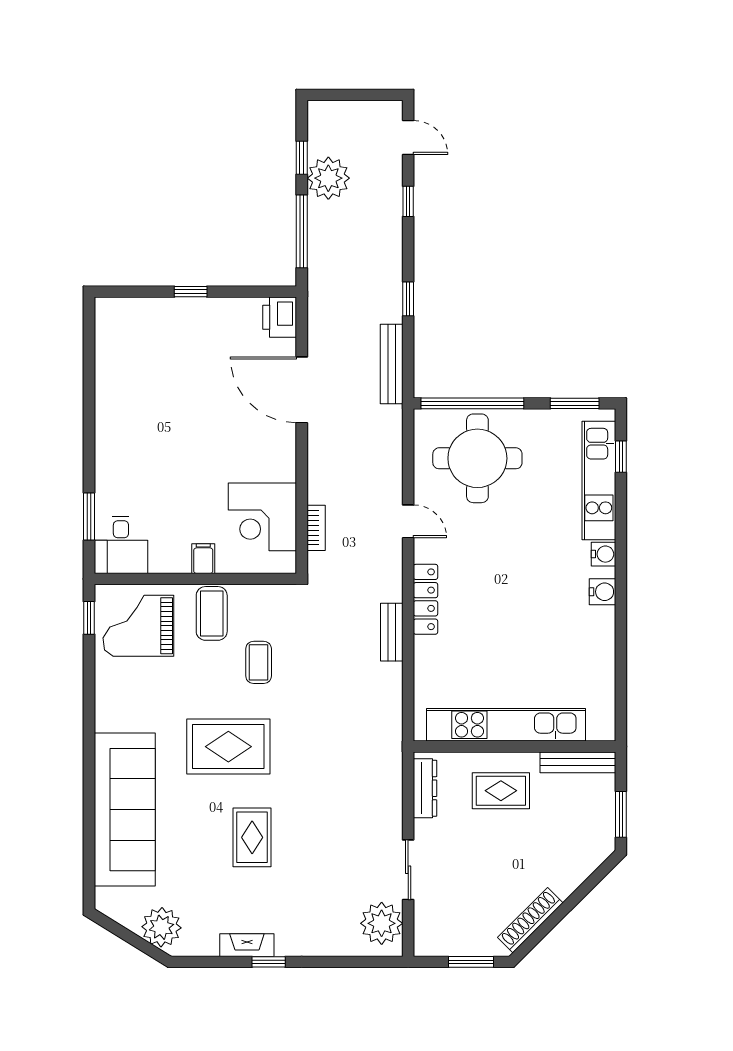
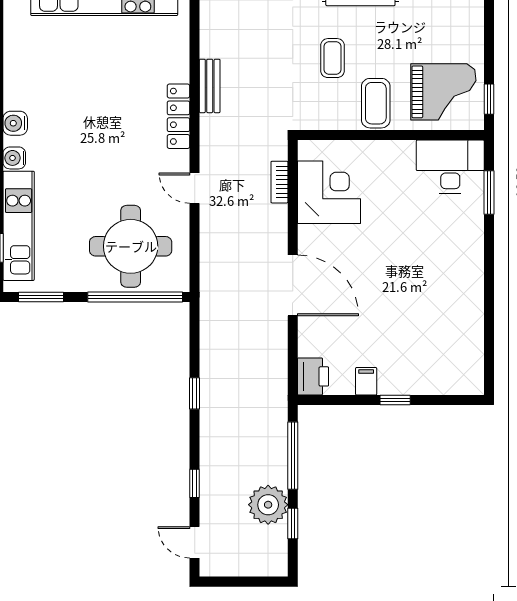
bench: (392, 364) -> (210, 333), removed
door: (302, 390) -> (293, 285), moved
desk: (121, 545) -> (450, 166), width x1.37
filing cabinet: (203, 559) -> (366, 381), moved, turned 180

